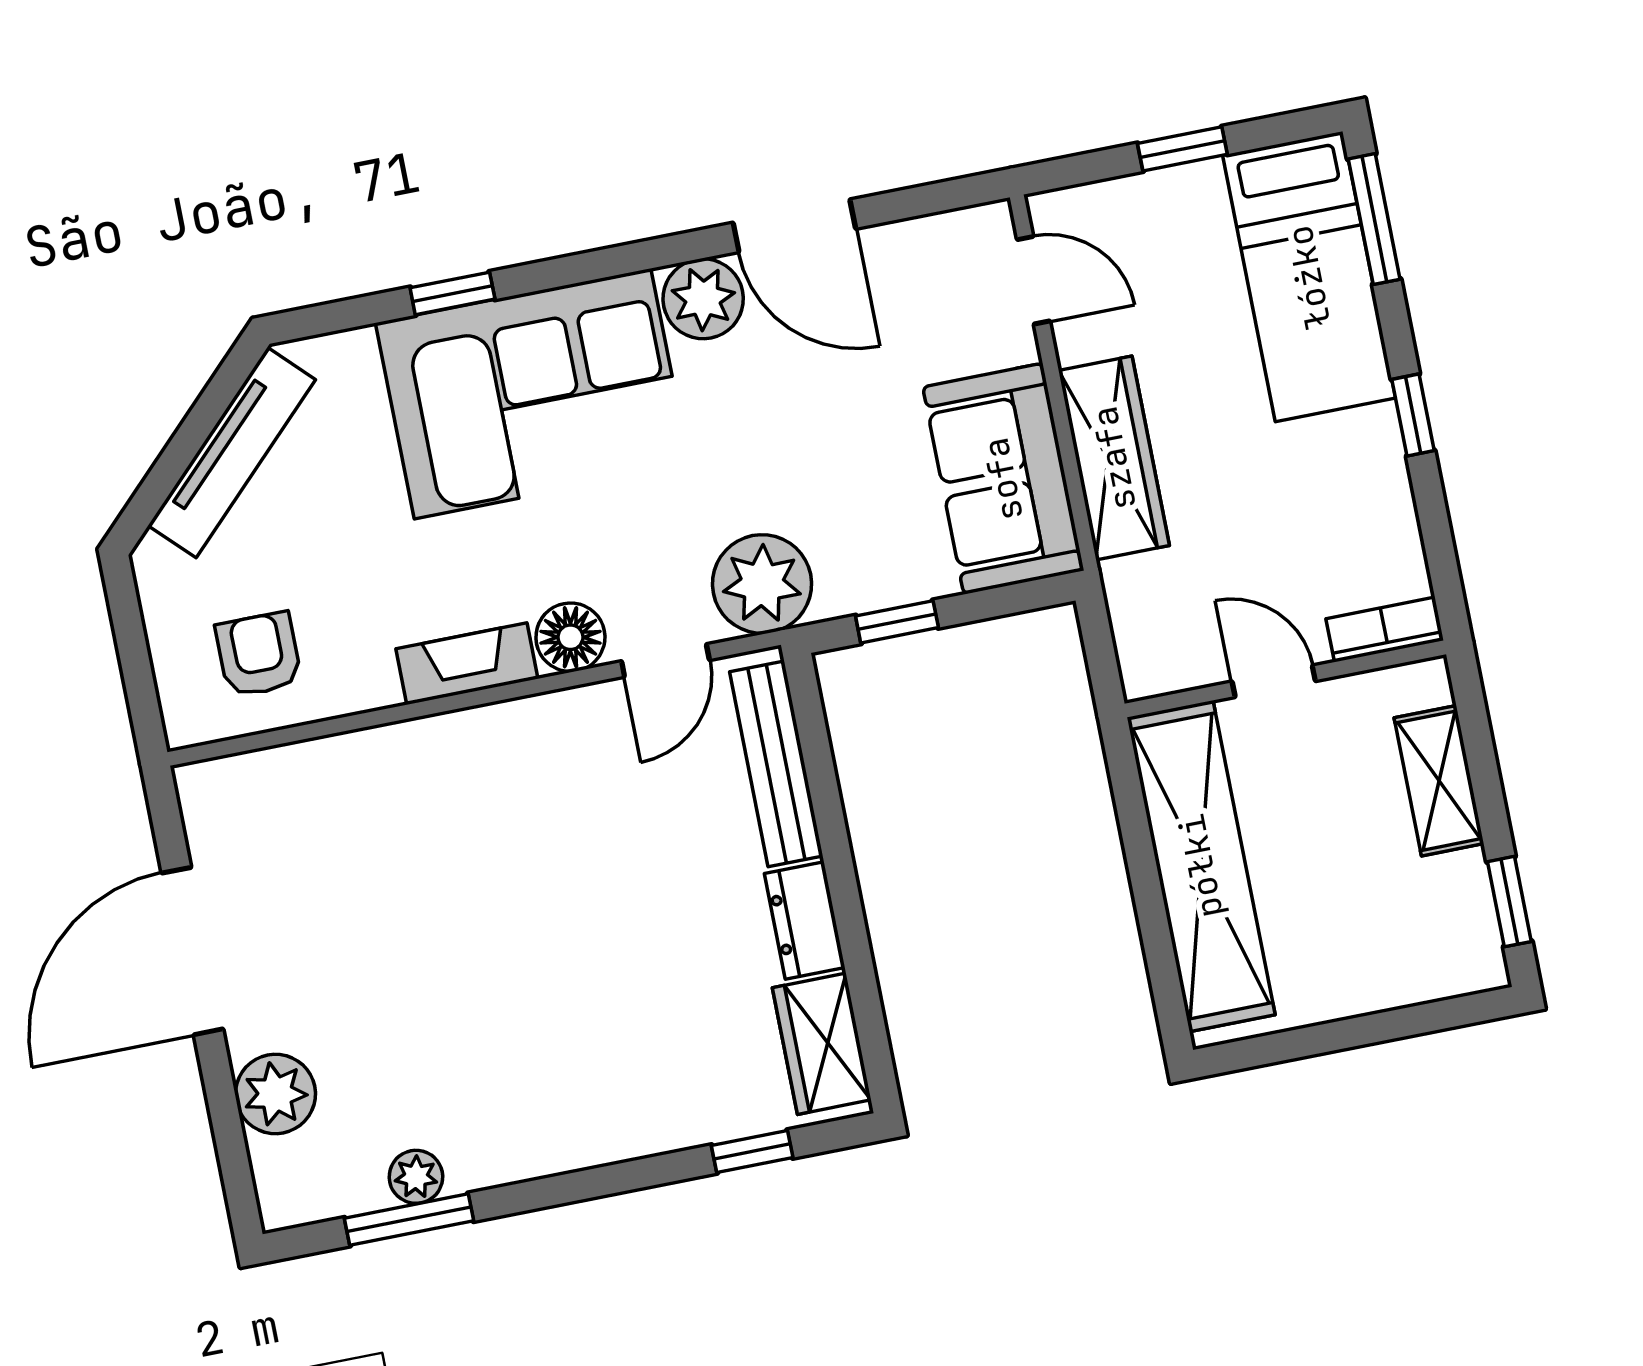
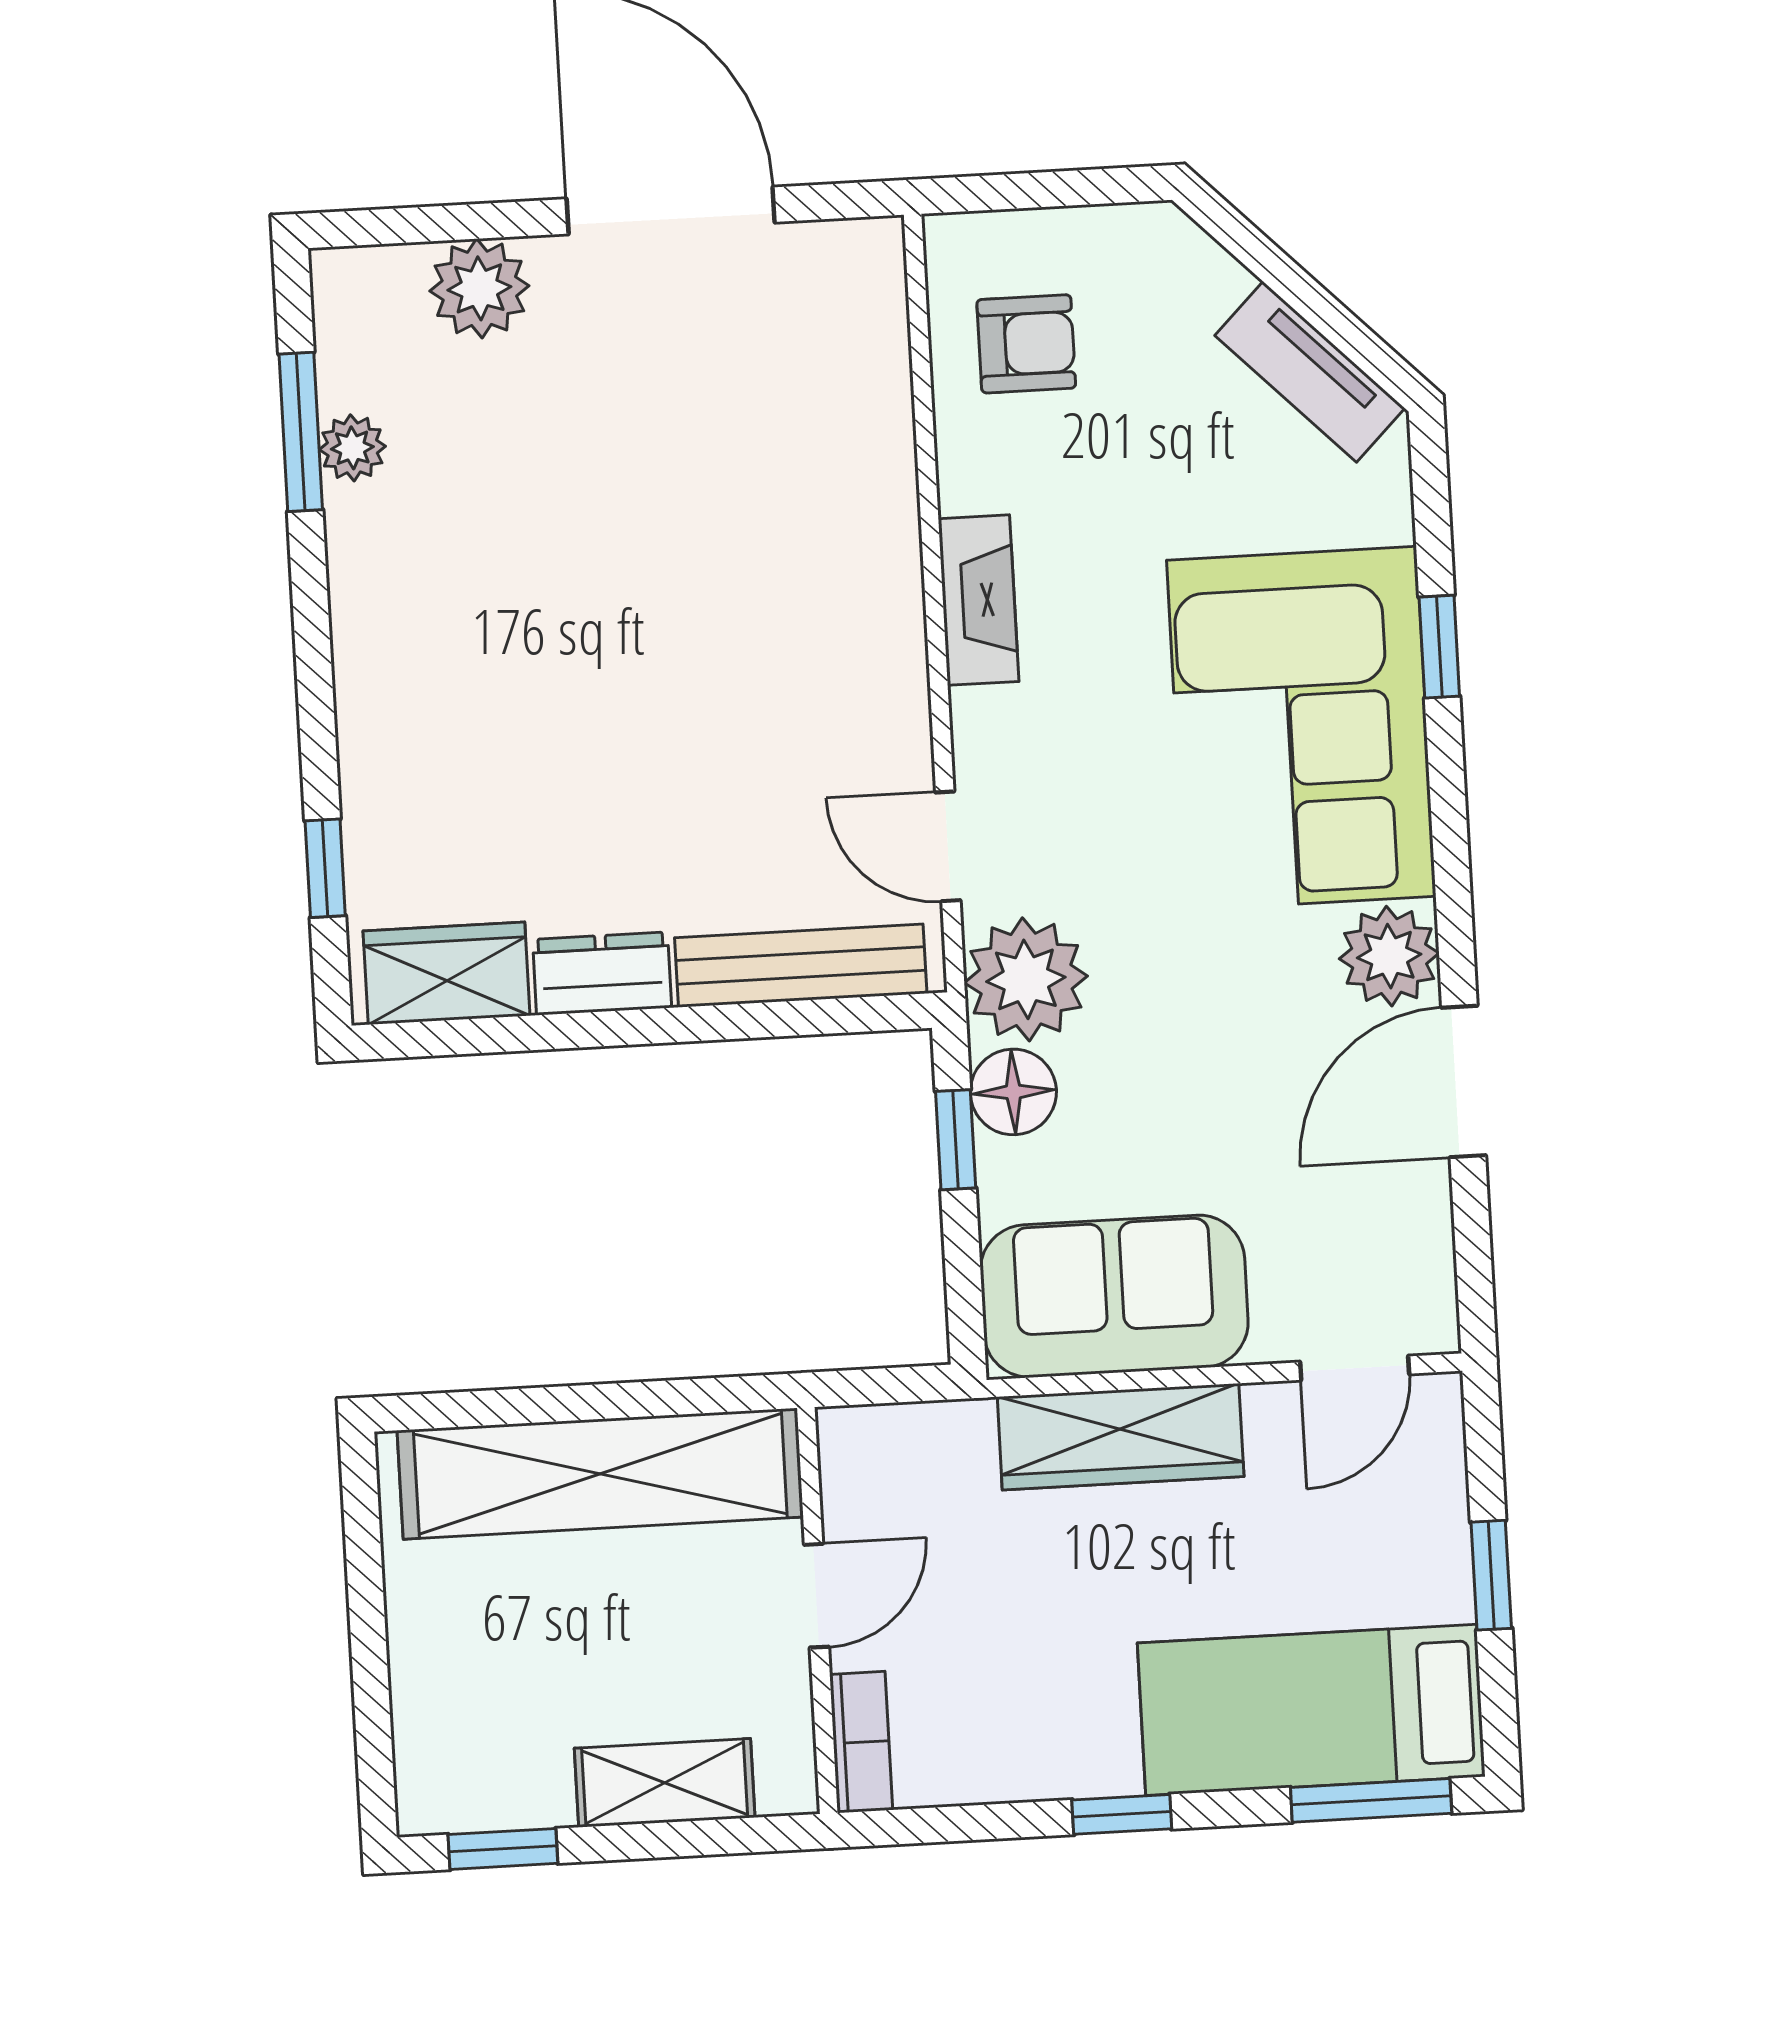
tv unit: (232, 453) -> (1310, 372), width x0.71
floor lamp: (570, 637) -> (1013, 1092), moved

